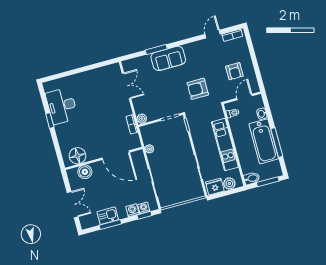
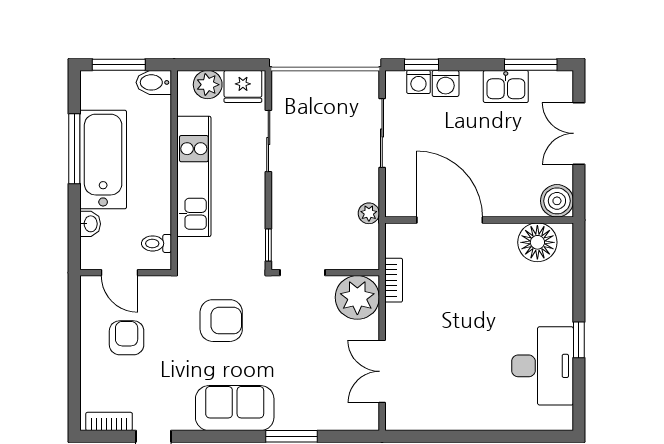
sofa: (168, 58) -> (235, 408), moved
door: (245, 97) -> (119, 273), hinge flipped
plant: (142, 119) -> (357, 297), width x1.88, depth x1.88
boiler: (85, 172) -> (557, 201), moved
window: (110, 224) -> (531, 65), moved

